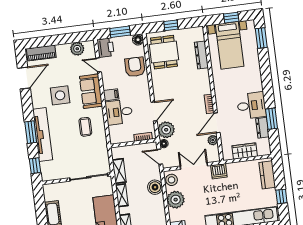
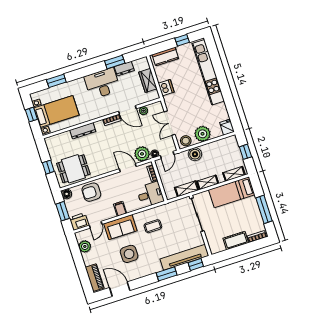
window: (261, 38) -> (56, 81), moved
dresser: (201, 55) -> (83, 131), moved
desk: (251, 105) -> (102, 83), width x1.37
desk: (119, 112) -> (150, 194), moved, turned -90
tv unit: (43, 135) -> (184, 257), moved
dishwasher: (219, 171) -> (166, 88), moved

